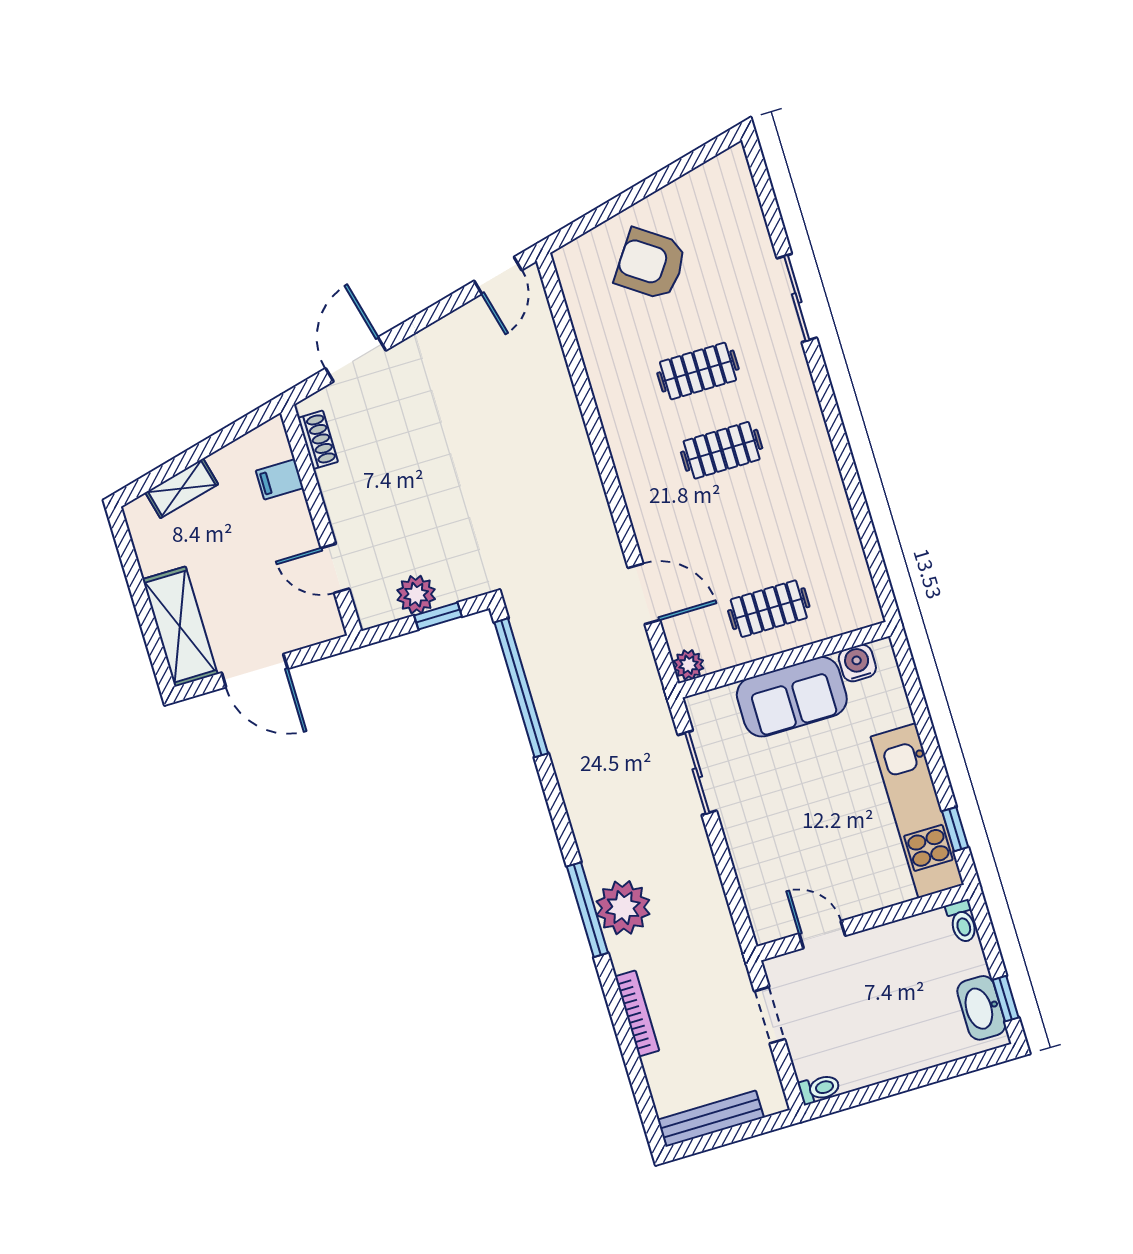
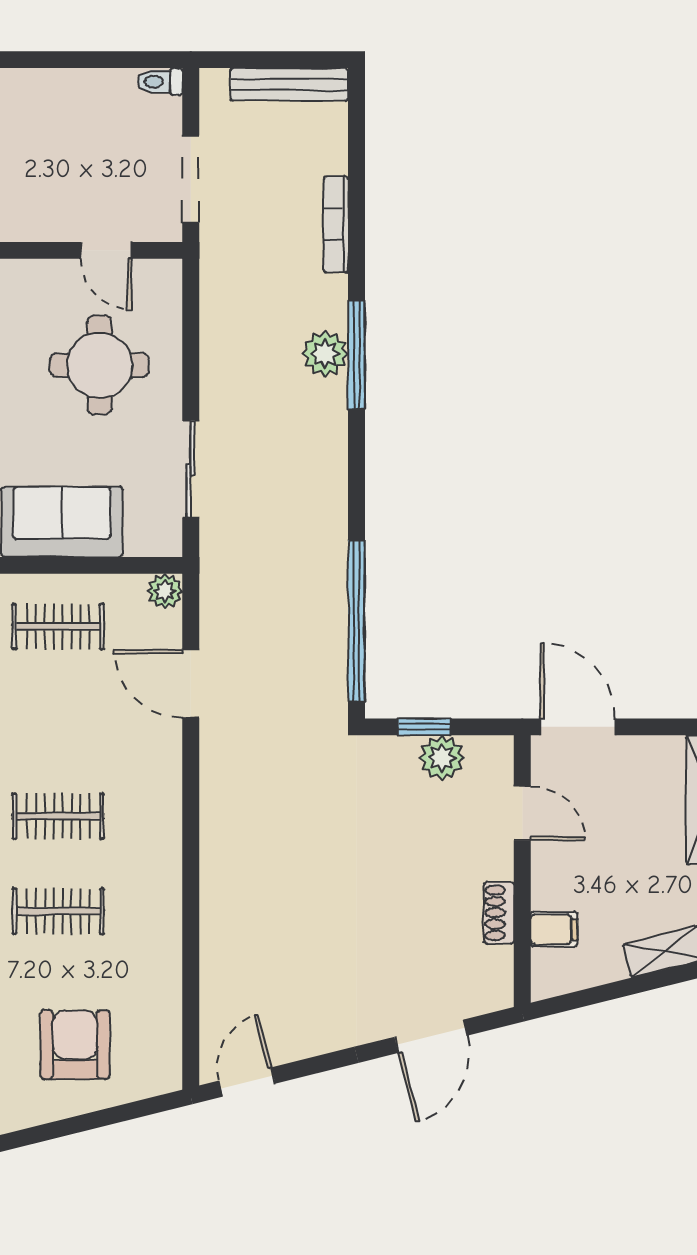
armchair: (651, 264) -> (75, 1044), turned -125
shoe rack: (318, 440) -> (499, 913), moved
door: (255, 671) -> (578, 727), moved
round table: (799, 837) -> (100, 365), added
plant: (623, 908) -> (325, 354), width x0.73, depth x0.73
doorway: (769, 1015) -> (191, 179), width x1.38

